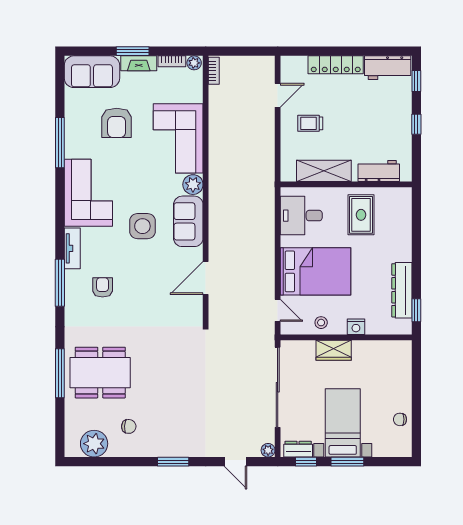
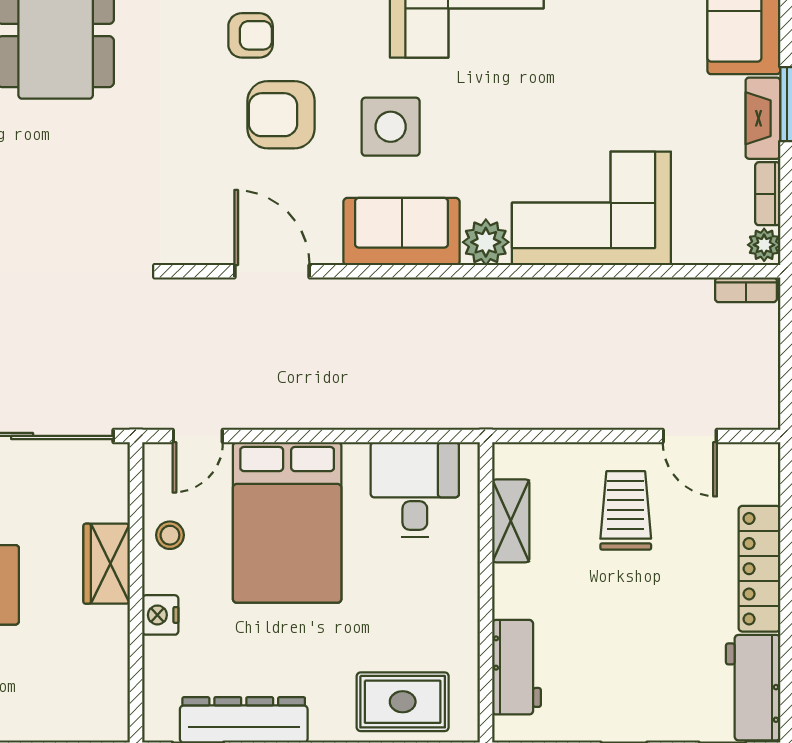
armchair: (117, 123) -> (281, 115), moved
trolley: (310, 123) -> (626, 510), width x1.36, depth x1.39
shelving: (324, 171) -> (511, 521), width x0.67, depth x0.75
rug: (361, 215) -> (403, 702), moved

